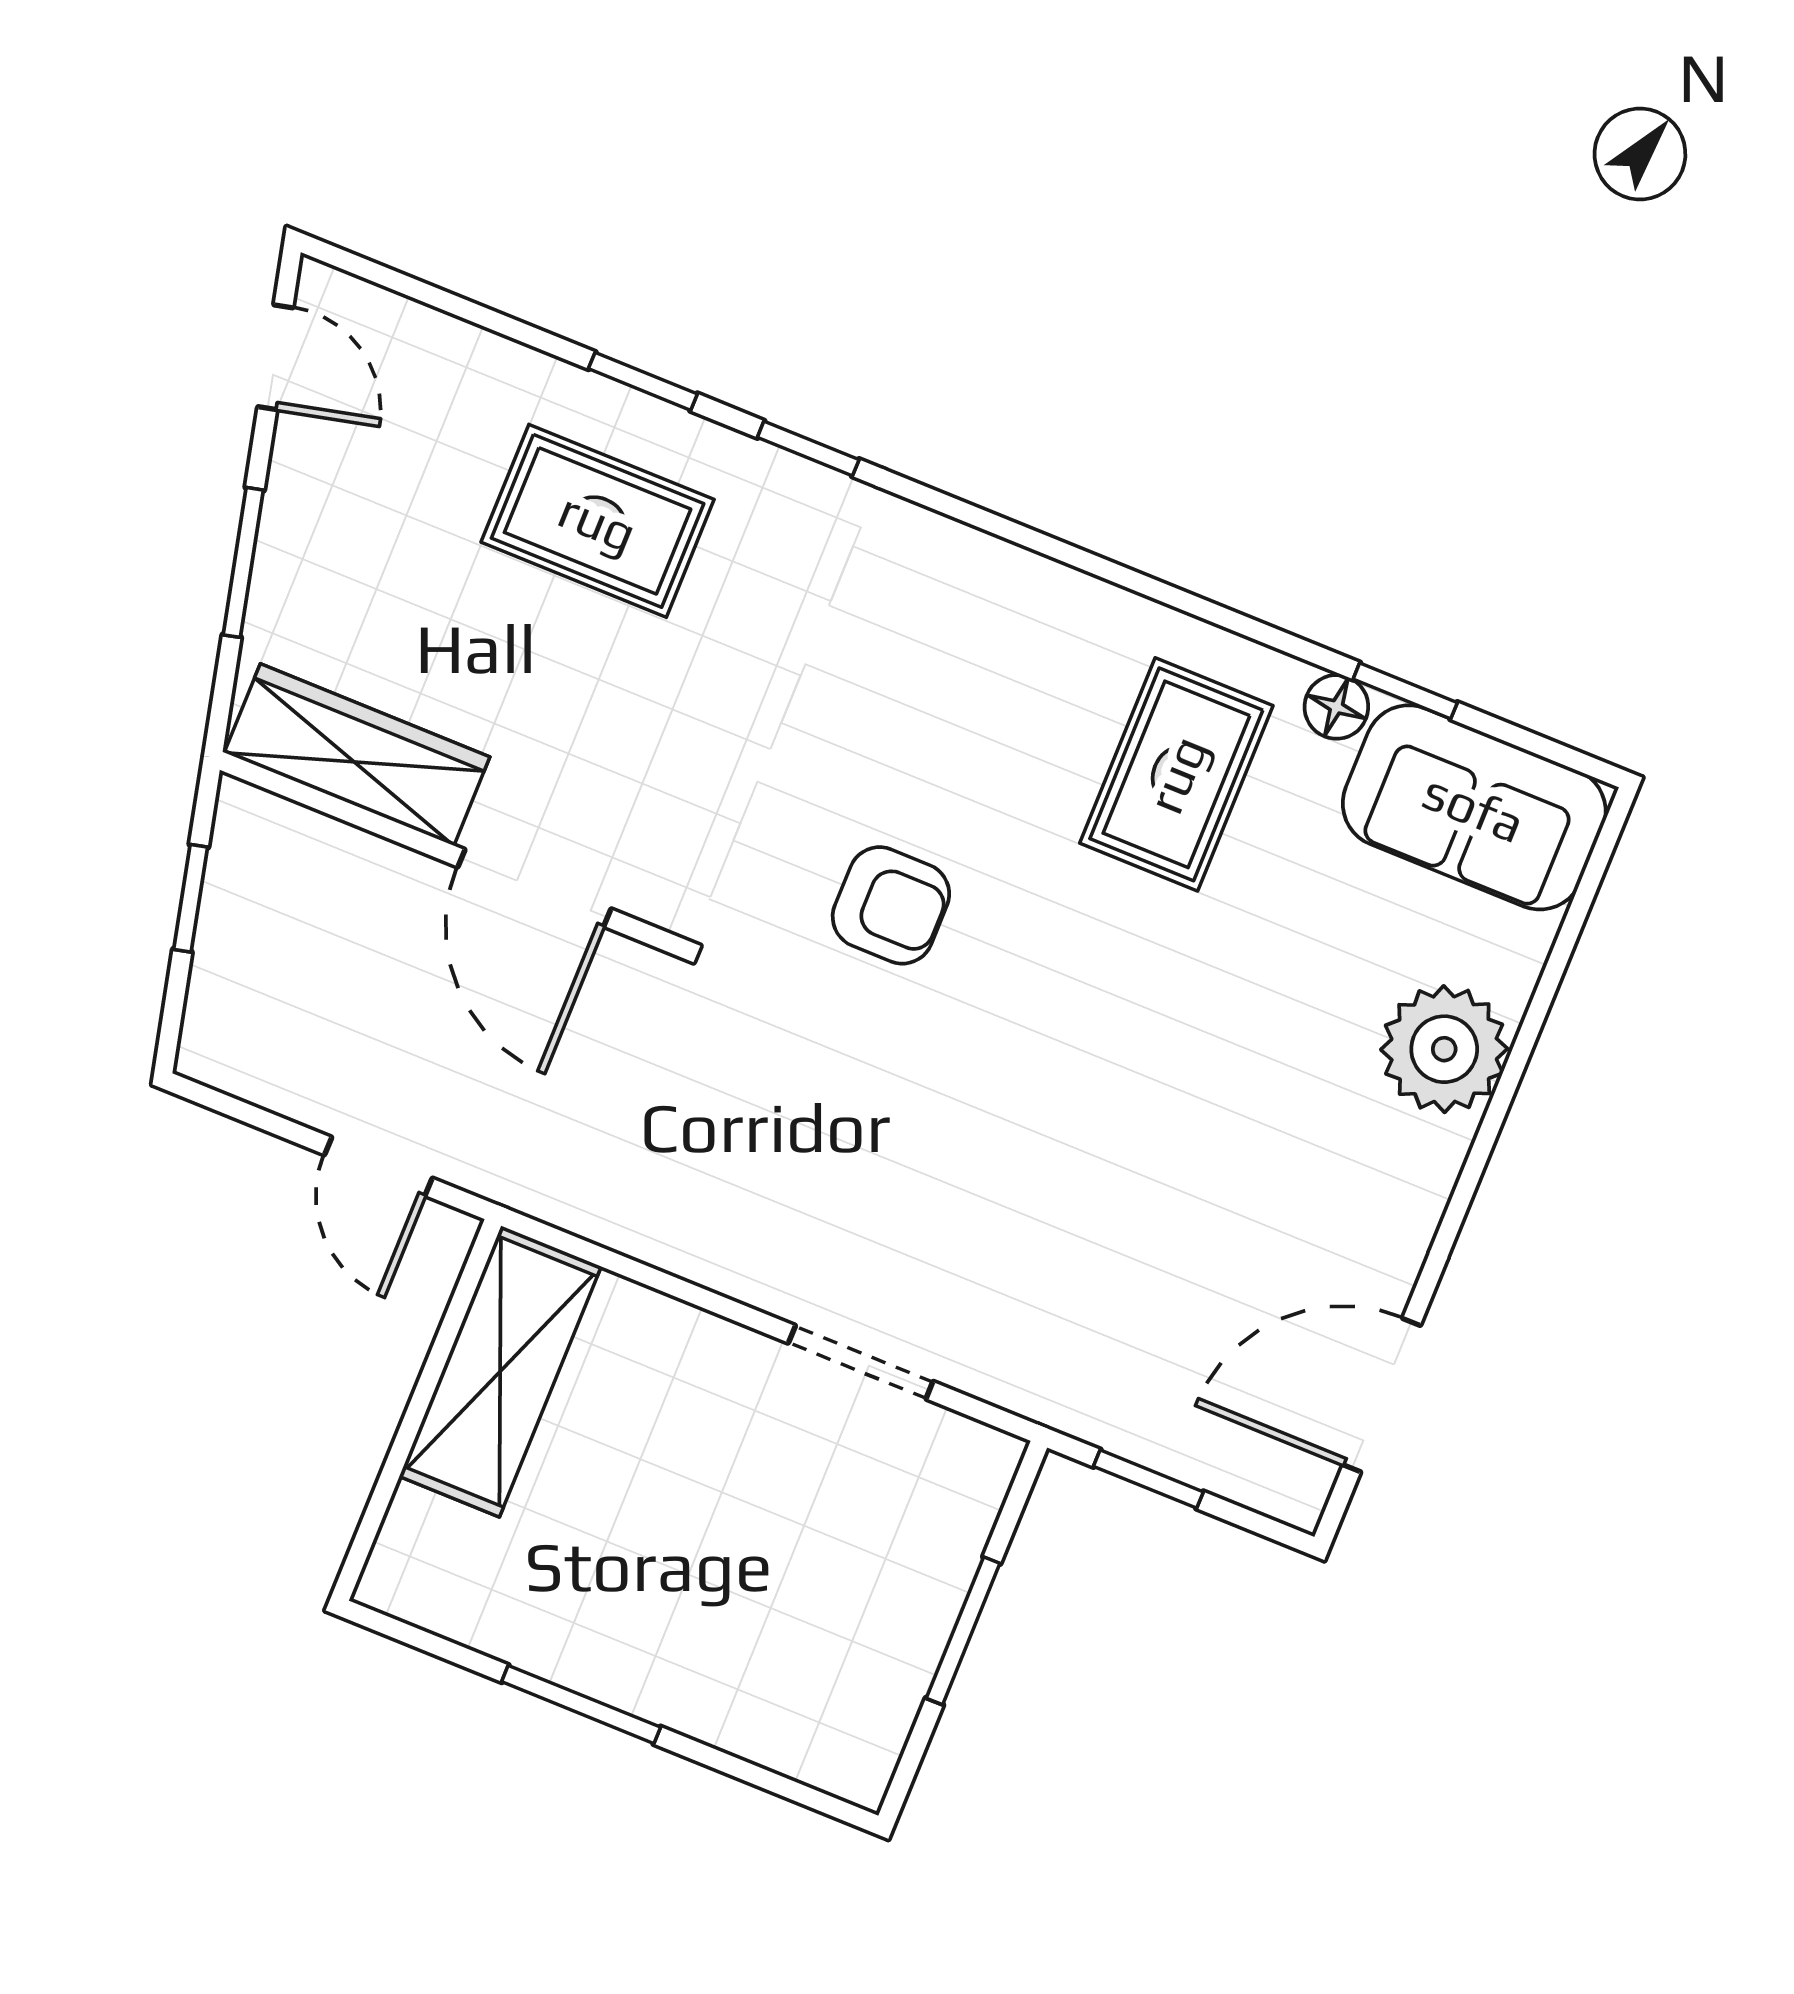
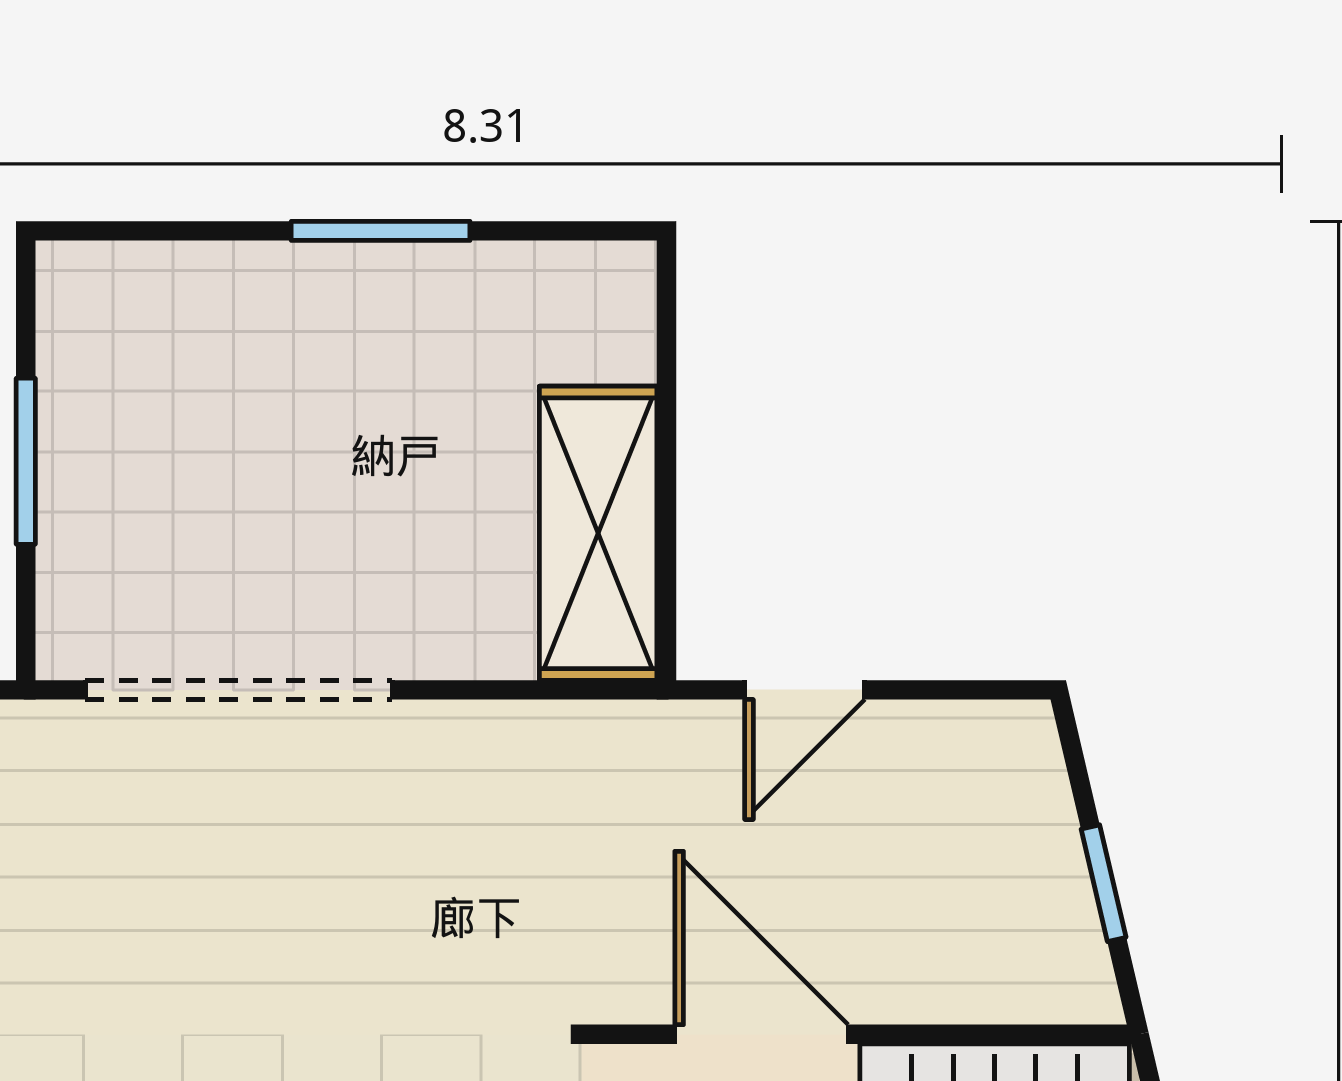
door: (378, 1166) -> (805, 690), swing flipped
doorway: (861, 1362) -> (239, 690), width x1.87

